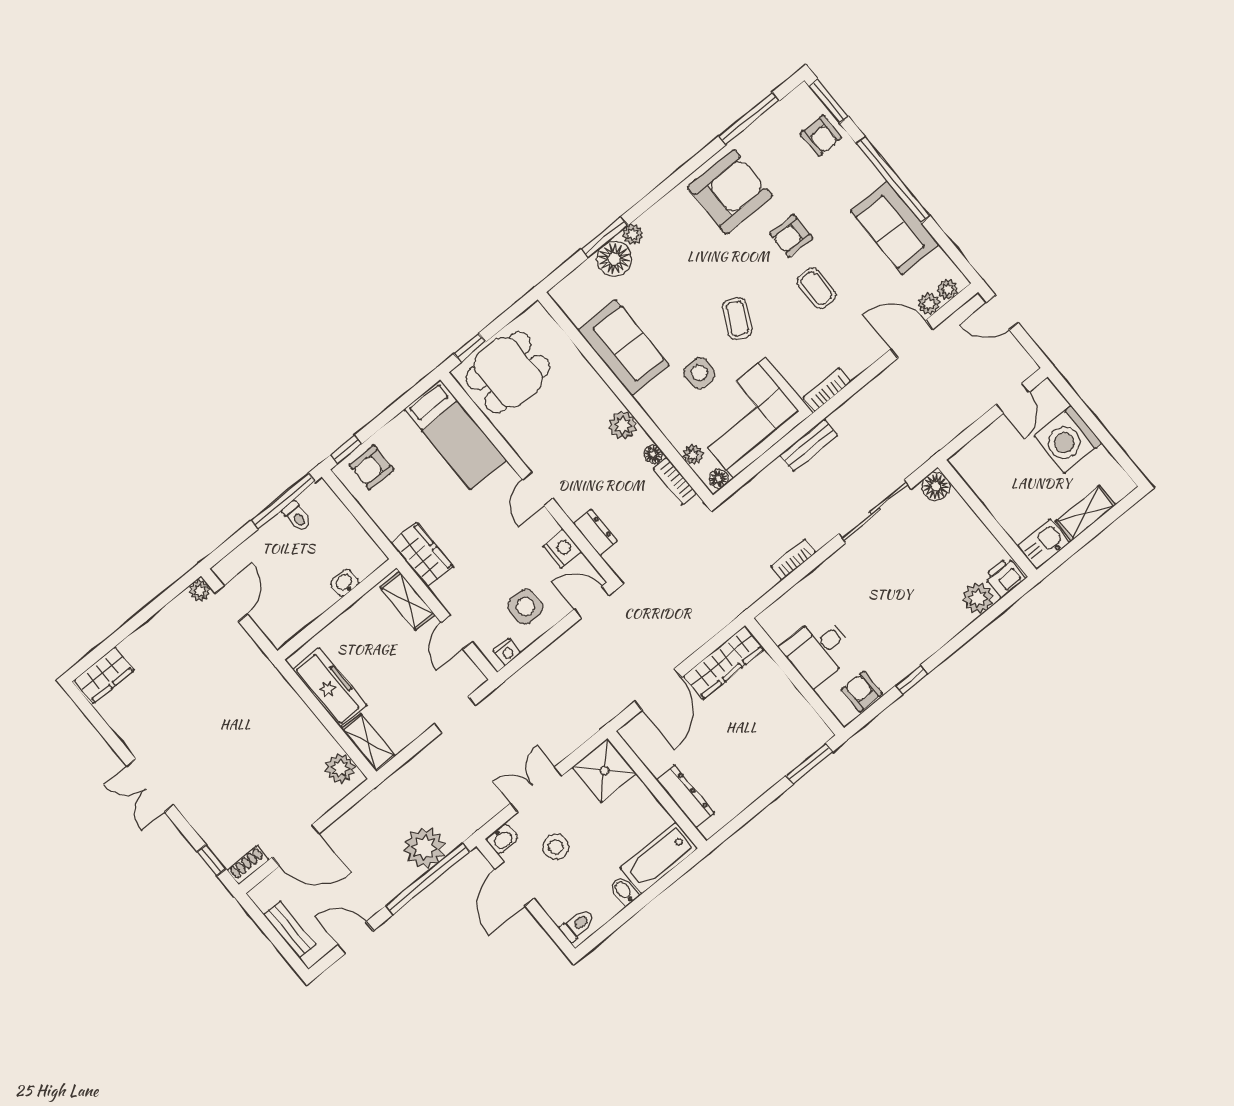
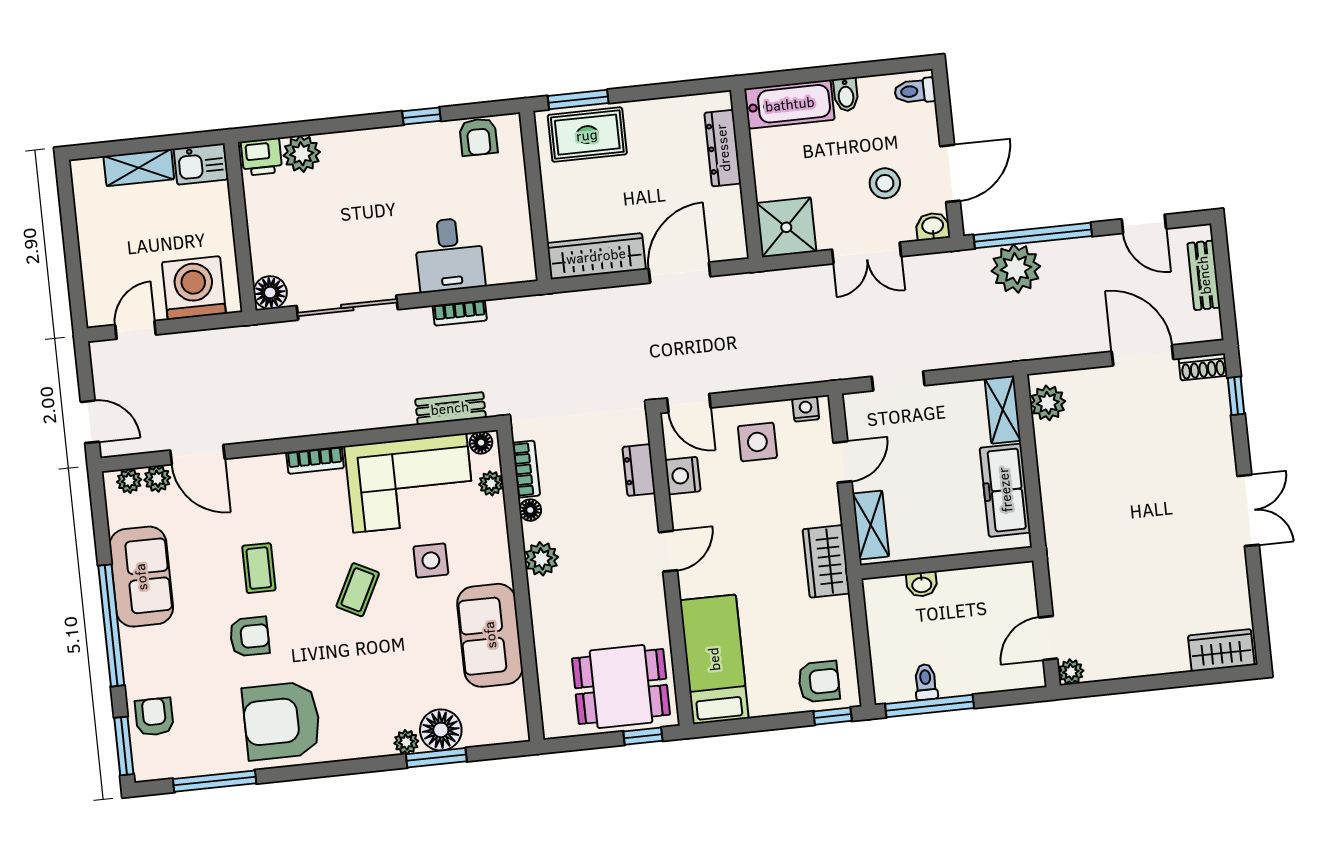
washing machine: (1068, 439) -> (194, 288), moved, turned -90
bench: (809, 445) -> (450, 408), moved
desk: (818, 650) -> (449, 255), moved, turned 90
rug: (787, 743) -> (587, 135), added

